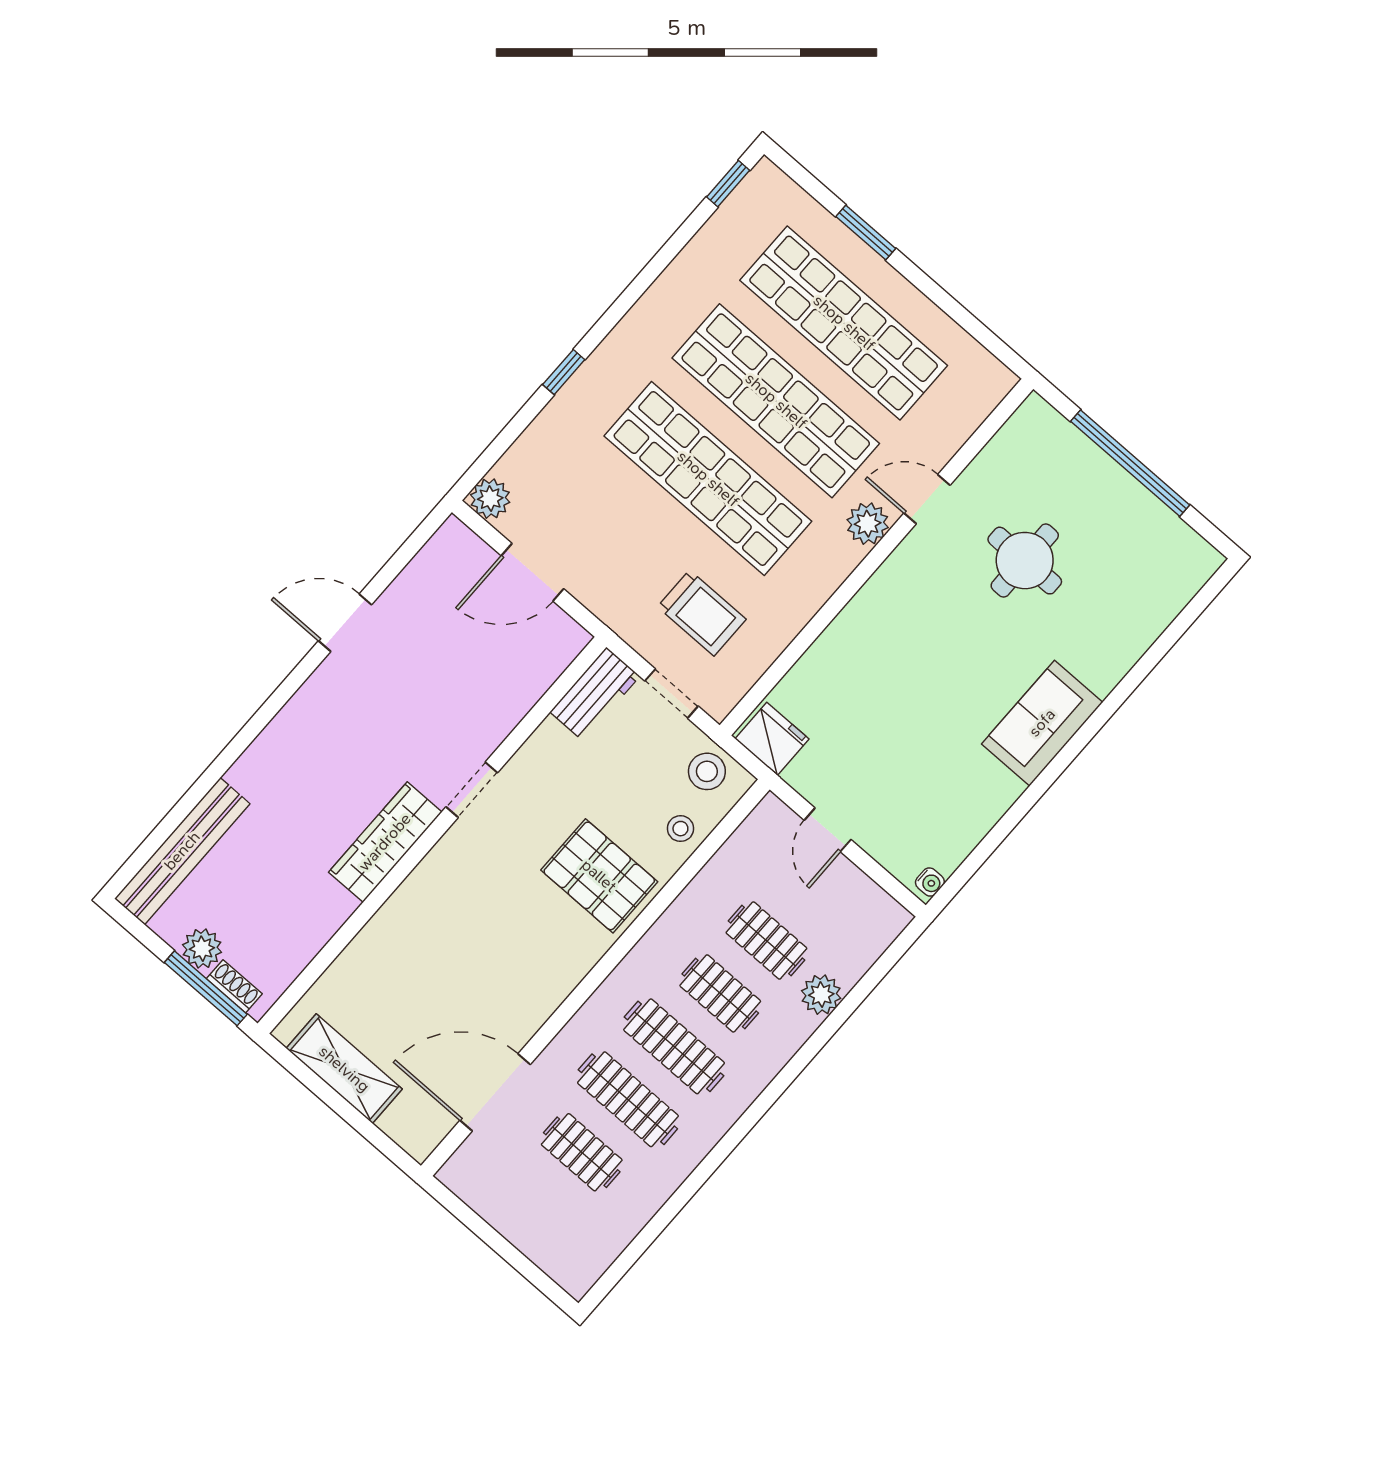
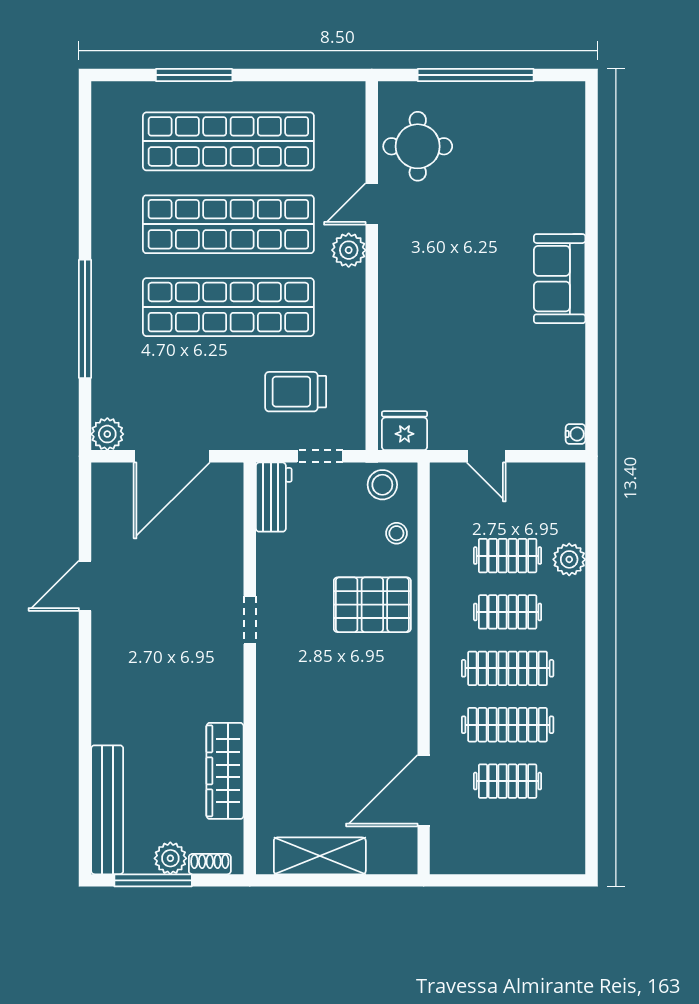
window: (728, 184) -> (85, 118), removed
window: (866, 232) -> (194, 75), width x1.44
window: (564, 372) -> (85, 319), width x3.17
round table: (1025, 561) -> (418, 146), moved
door: (533, 572) -> (172, 456), width x1.36
trolley: (702, 613) -> (296, 392), turned 180
wardrobe: (385, 842) -> (225, 771), moved
window: (206, 988) -> (153, 880), moved

